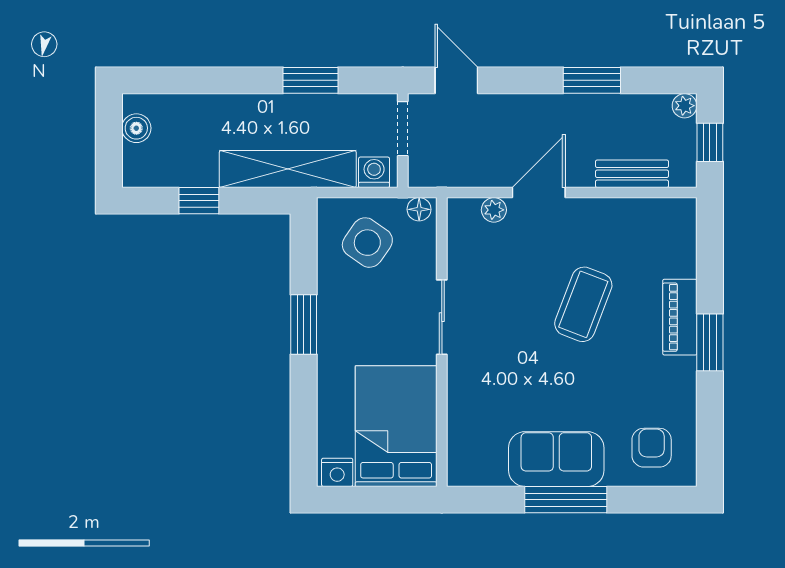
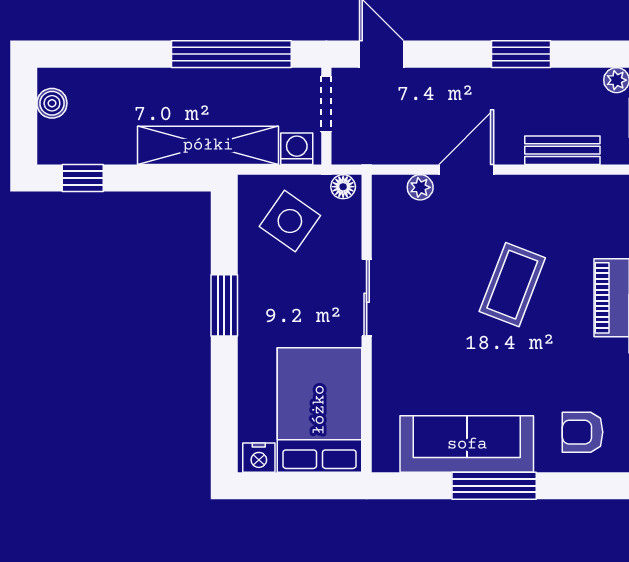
window: (311, 80) -> (231, 54), width x2.11
window: (199, 201) -> (83, 178), moved
armchair: (652, 448) -> (583, 432), turned -90
sofa: (556, 459) -> (467, 444), width x1.36

